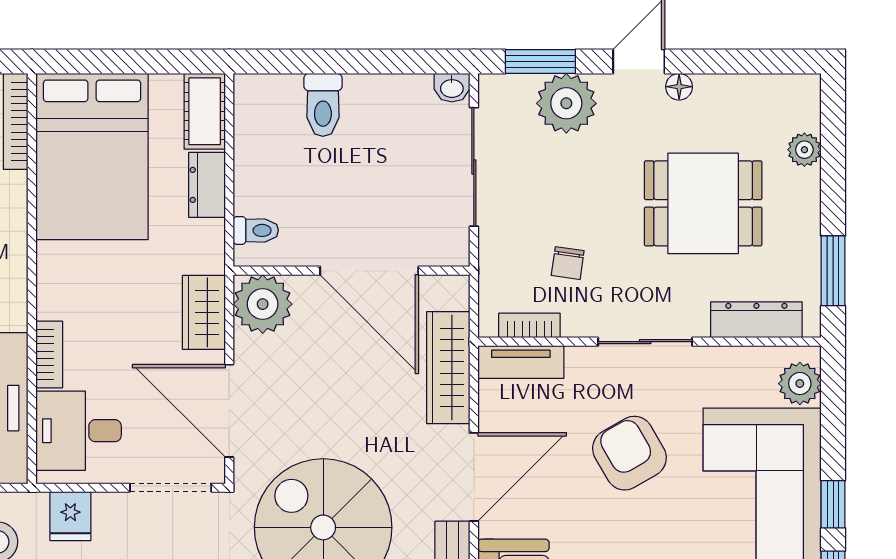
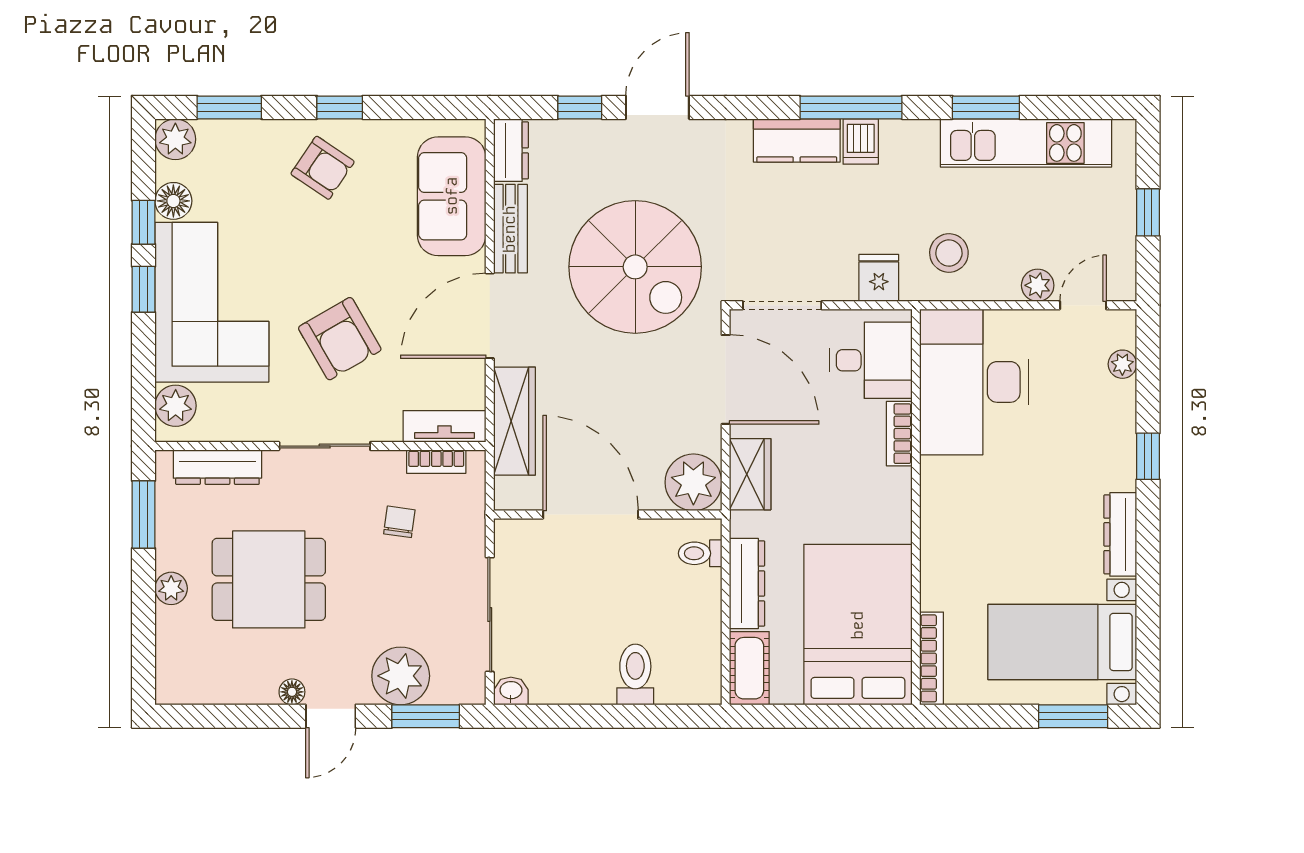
plant: (804, 150) -> (171, 588), moved
dresser: (207, 185) -> (747, 584), width x1.44

